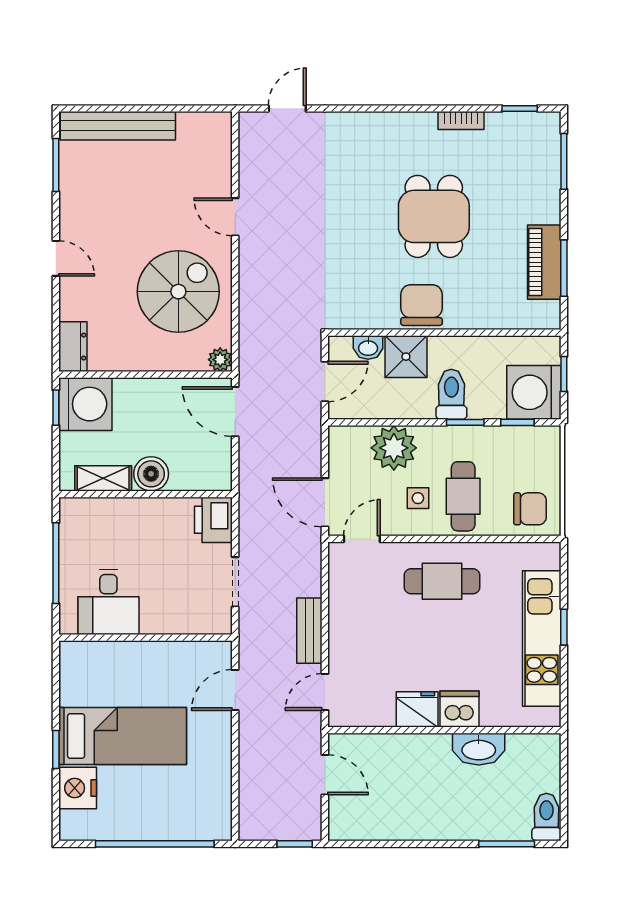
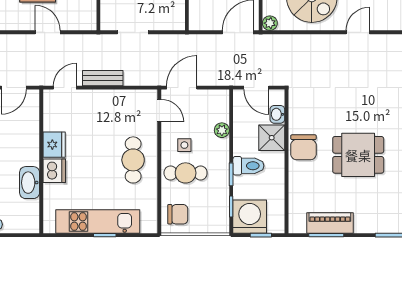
chair: (422, 305) -> (303, 147), turned 90
plant: (394, 448) -> (222, 130), width x0.53, depth x0.53
chair: (530, 509) -> (178, 214), turned -90
printer: (213, 520) -> (171, 19), removed
door: (235, 690) -> (48, 32), moved
door: (325, 692) -> (65, 88), hinge flipped

